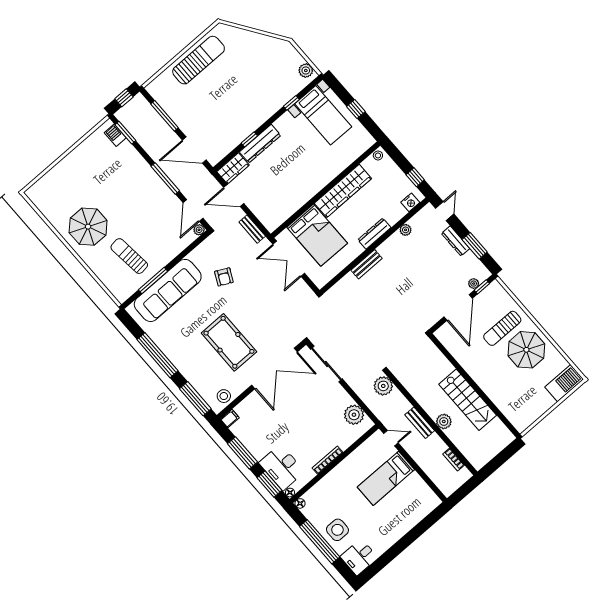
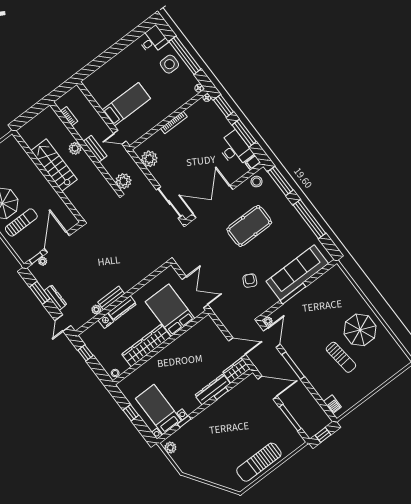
window: (125, 133) -> (324, 406), removed
nightstand: (410, 202) -> (106, 321), moved
bench: (252, 229) -> (224, 319), removed
sun lounger: (129, 256) -> (341, 357), moved
bench: (367, 264) -> (111, 298), moved
window: (153, 281) -> (293, 294), moved
pool table: (229, 342) -> (249, 226), turned 90
desk: (282, 467) -> (235, 149), moved

